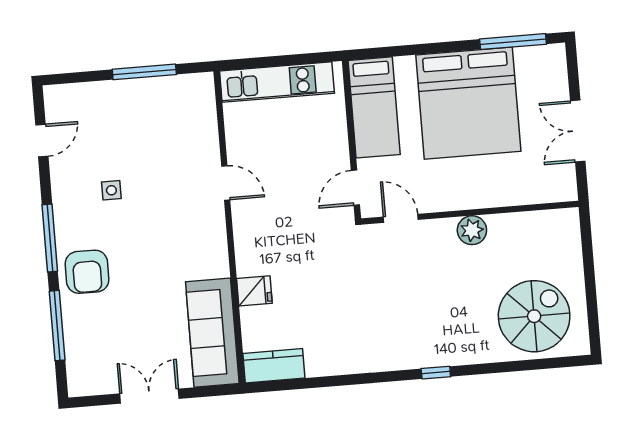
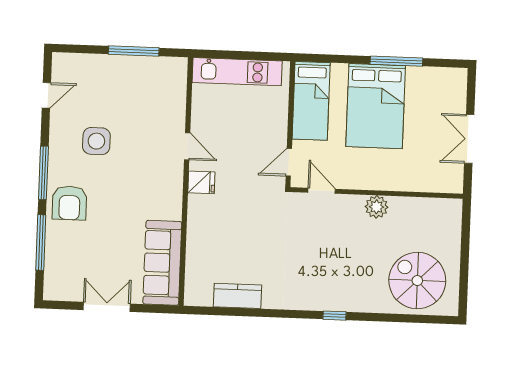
window: (513, 42) -> (396, 61), moved
bed: (468, 103) -> (376, 106), width x0.73
side table: (111, 190) -> (96, 141), width x1.87, depth x1.87
fridge: (254, 291) -> (201, 182), moved
spiral stairs: (534, 316) -> (417, 281), turned -90
kitchen counter: (274, 366) -> (237, 296), moved

